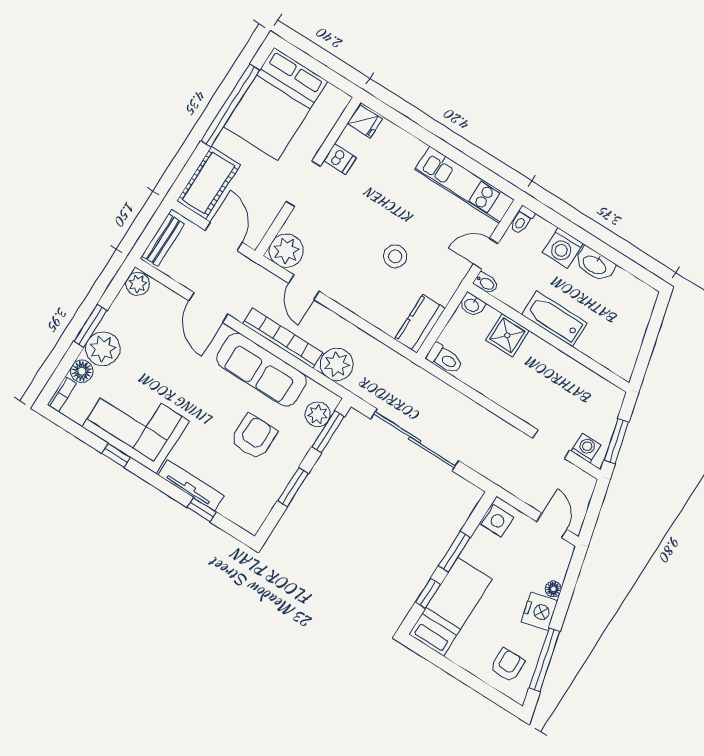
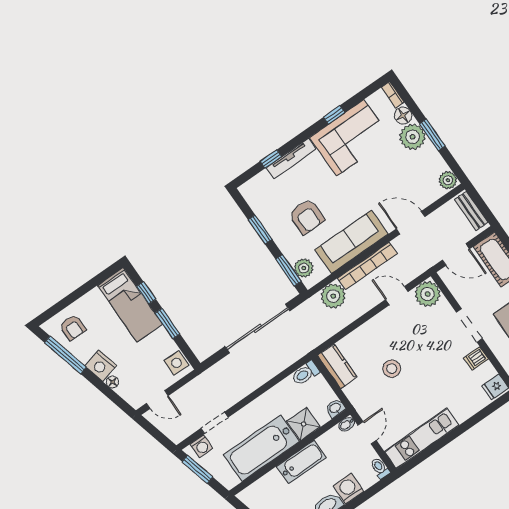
bathtub: (558, 374) -> (261, 448), added

